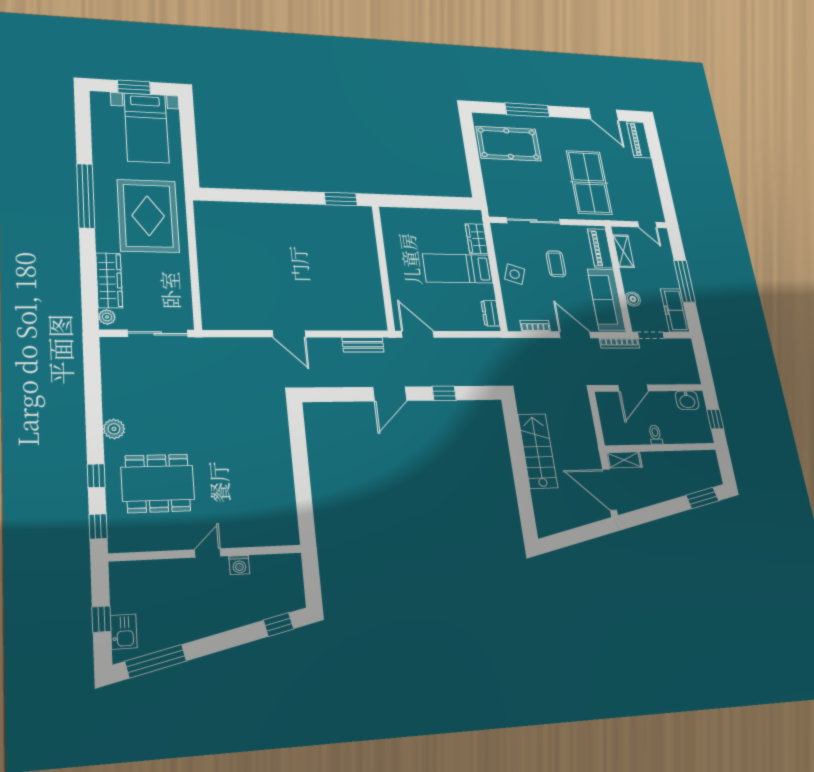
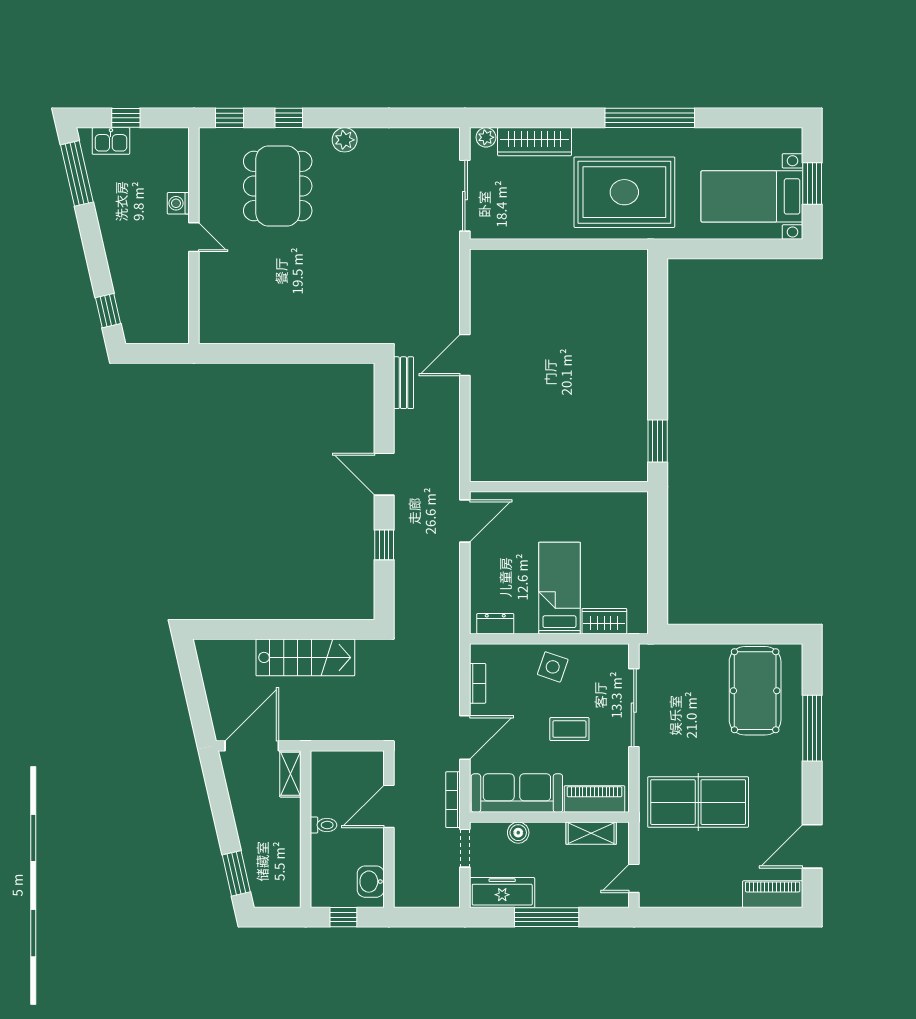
bench: (363, 345) -> (404, 383), moved
door: (633, 388) -> (389, 806), hinge flipped
washing machine: (239, 565) -> (178, 203), moved

